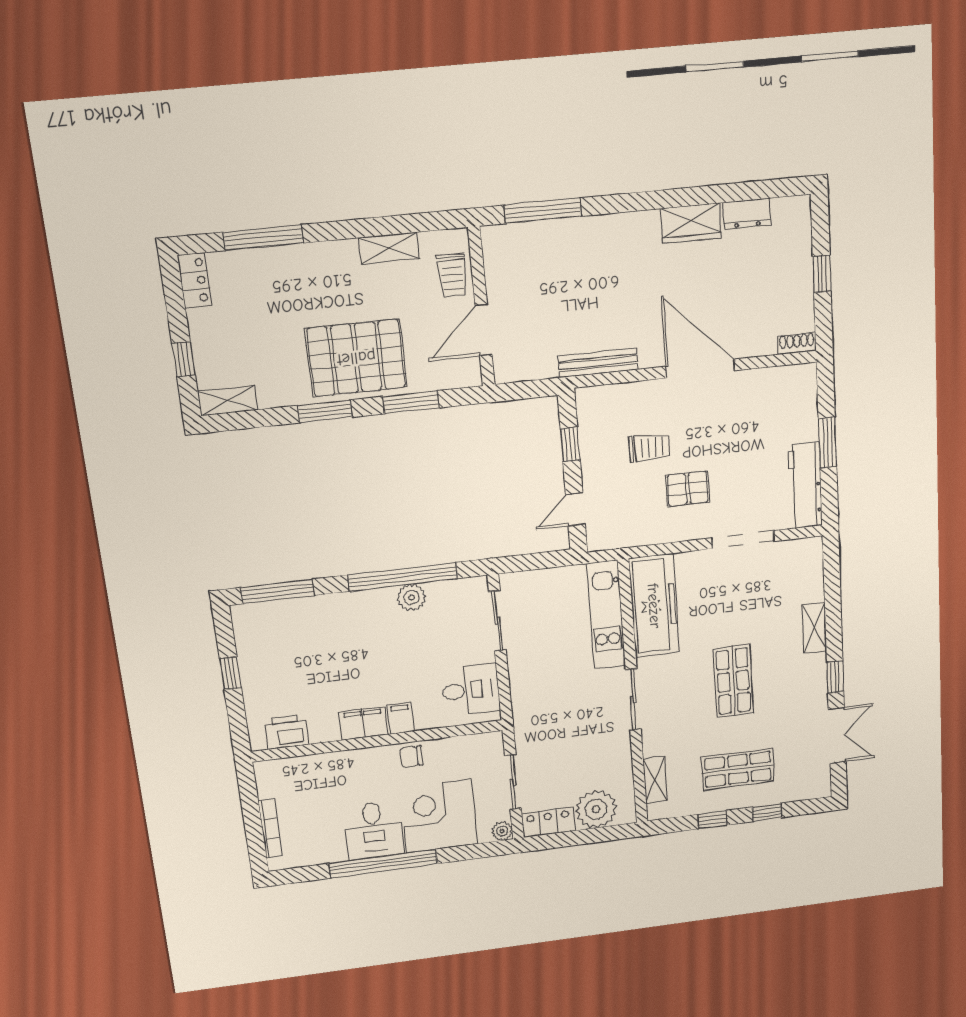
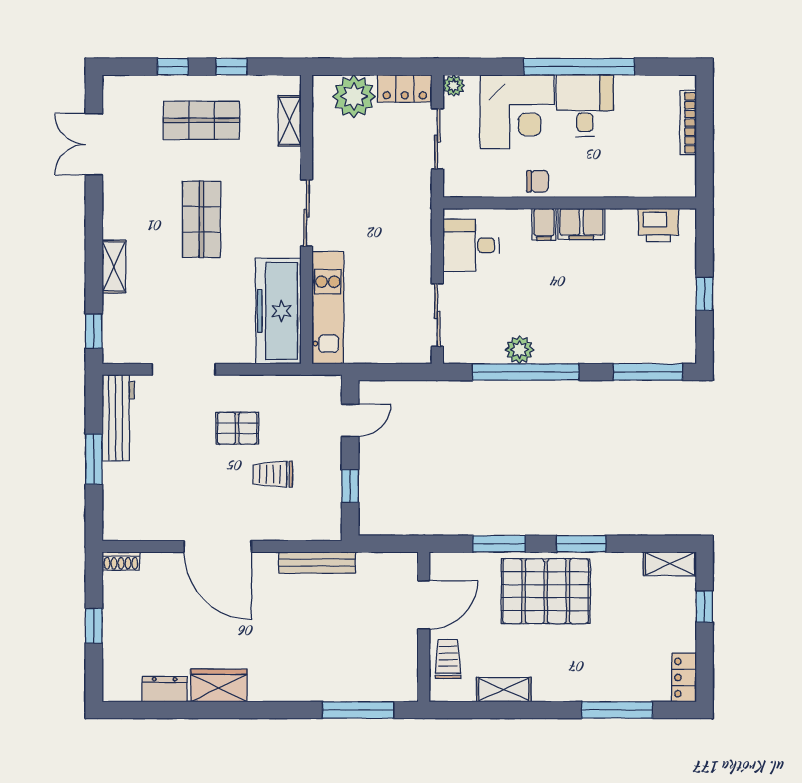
window: (835, 677) -> (94, 331), moved

